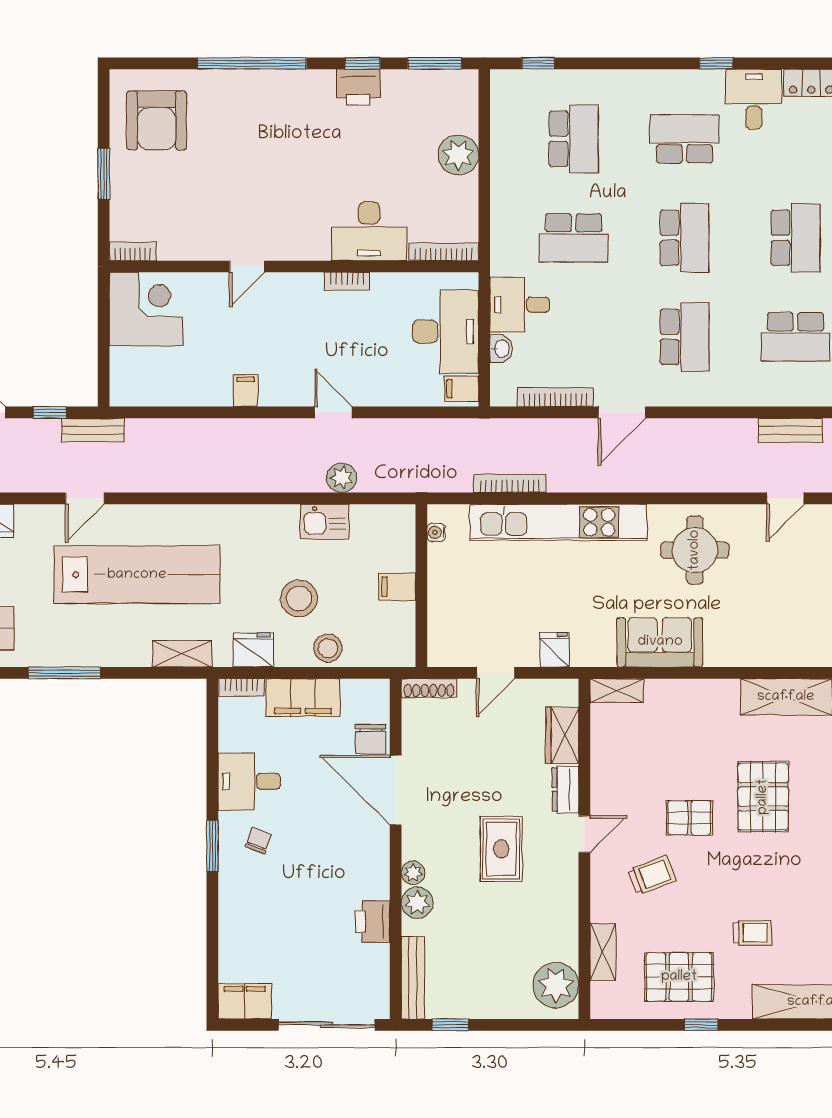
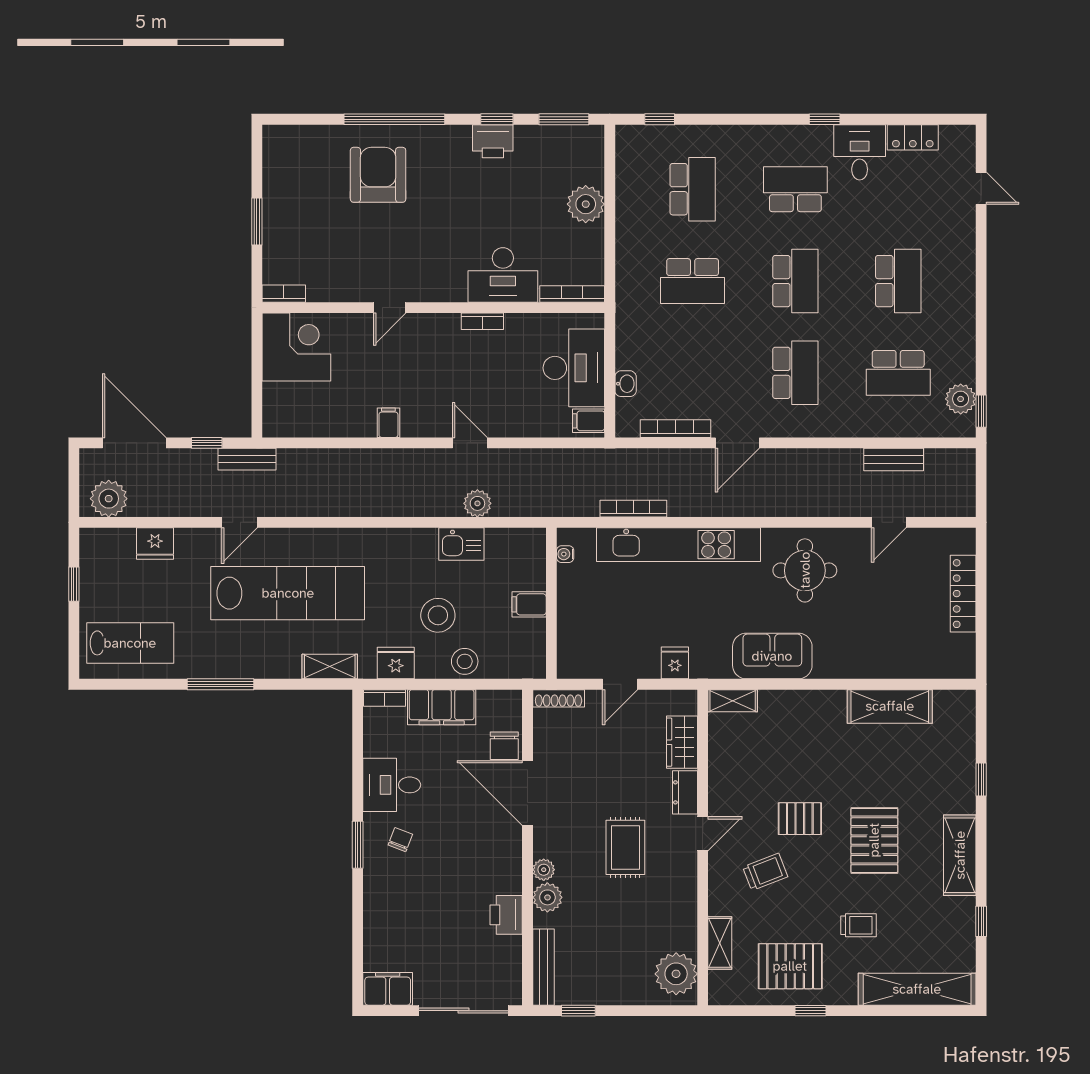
armchair: (157, 120) -> (378, 175), moved, turned 180
desk: (520, 305) -> (643, 343), removed
pallet: (763, 797) -> (874, 840), moved

